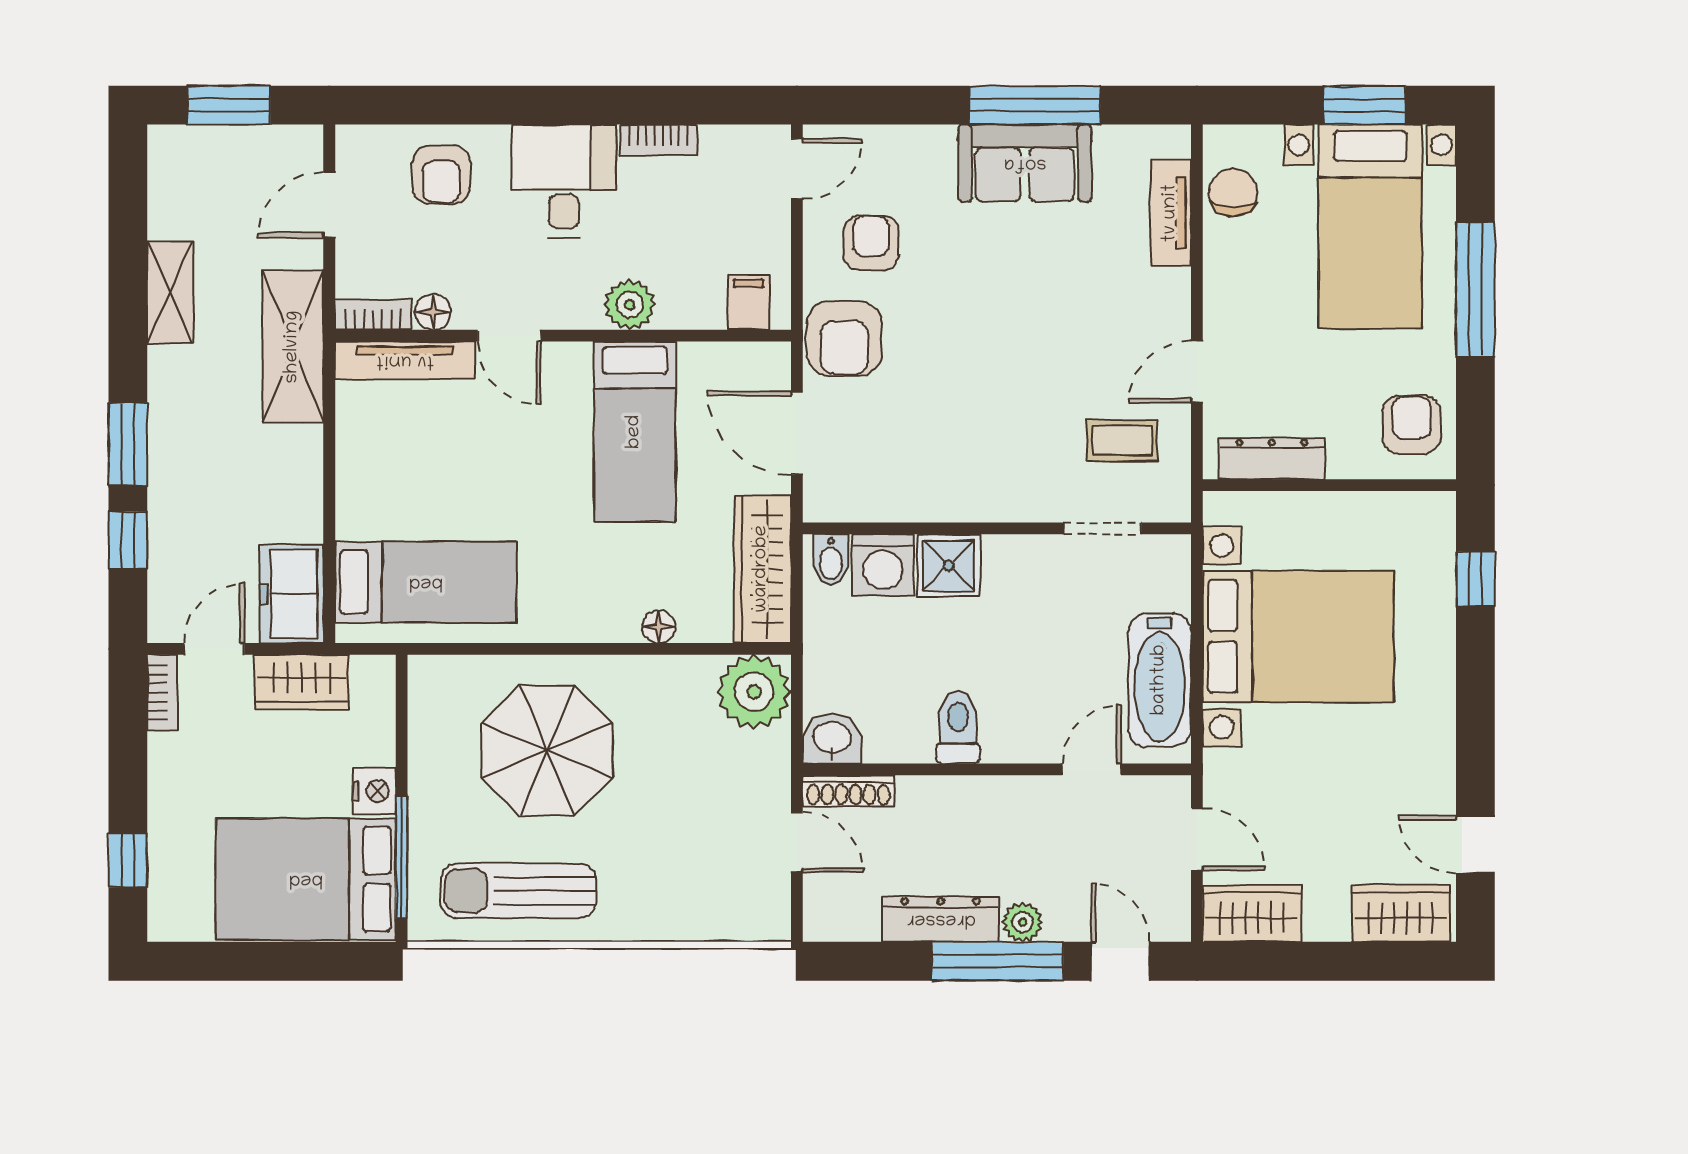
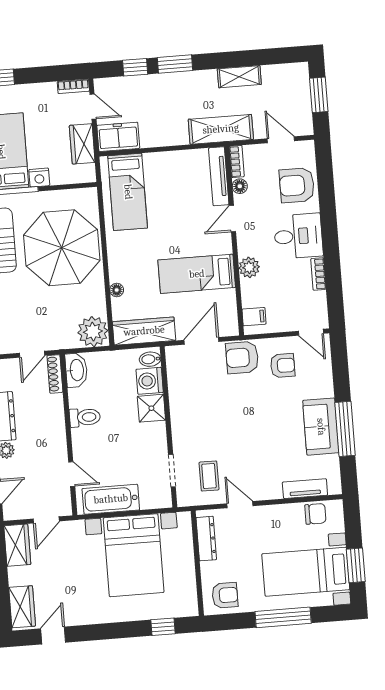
armchair: (441, 175) -> (297, 185), width x1.38, depth x1.38
washbasin: (832, 739) -> (76, 370), width x1.38
parasol: (547, 750) -> (62, 248), width x1.36, depth x1.36

